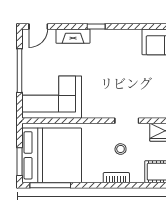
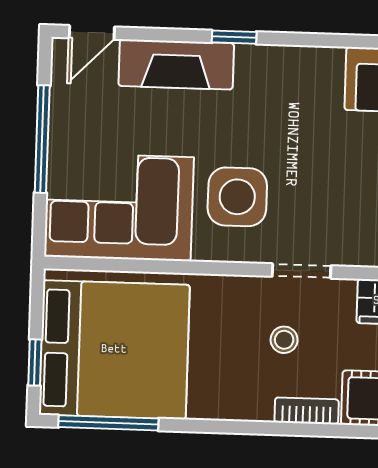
fireplace: (73, 36) -> (176, 64), width x1.37, depth x1.32
side table: (100, 91) -> (237, 197), added
window: (19, 162) -> (35, 362), width x0.67
bookcase: (116, 178) -> (307, 411), moved

